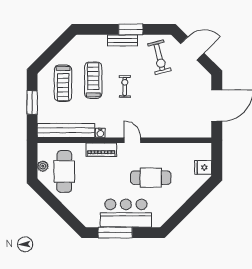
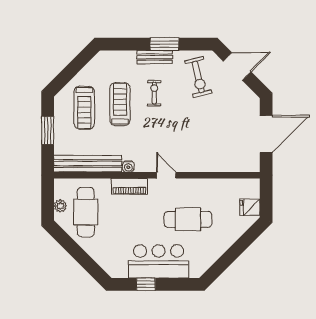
exercise bike: (125, 86) -> (154, 93), moved
window: (115, 233) -> (146, 284), width x0.46

